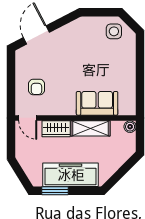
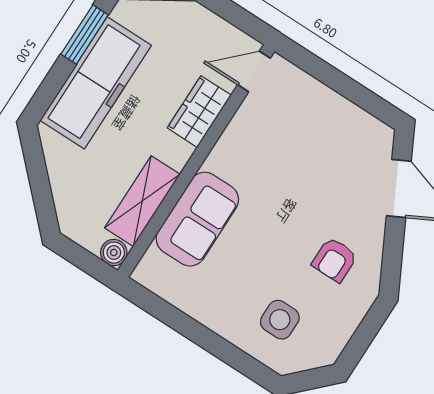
side table: (114, 31) -> (280, 320), moved
armchair: (36, 87) -> (335, 260), moved, turned -90
shelving: (91, 128) -> (142, 201), moved

